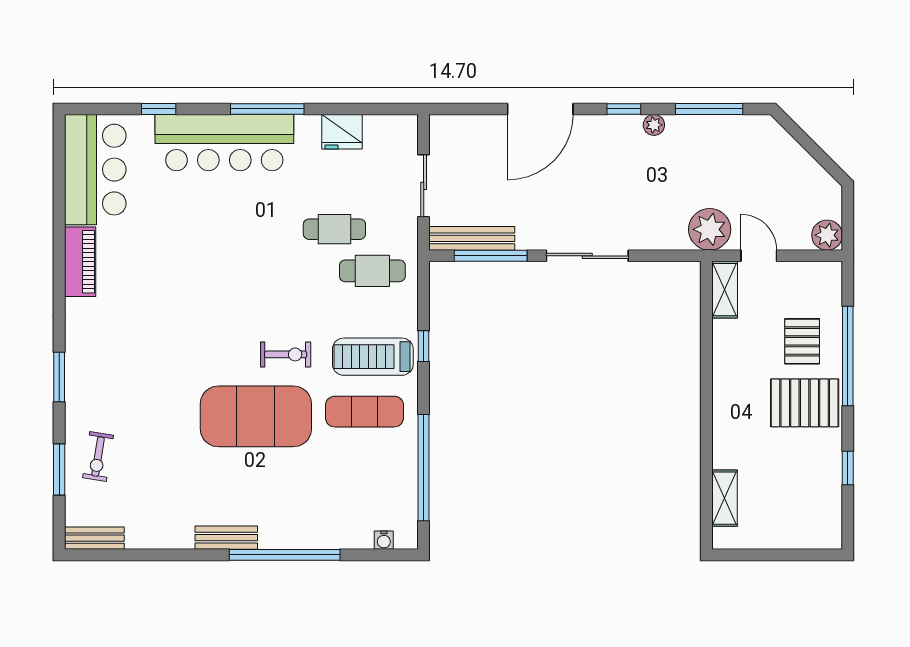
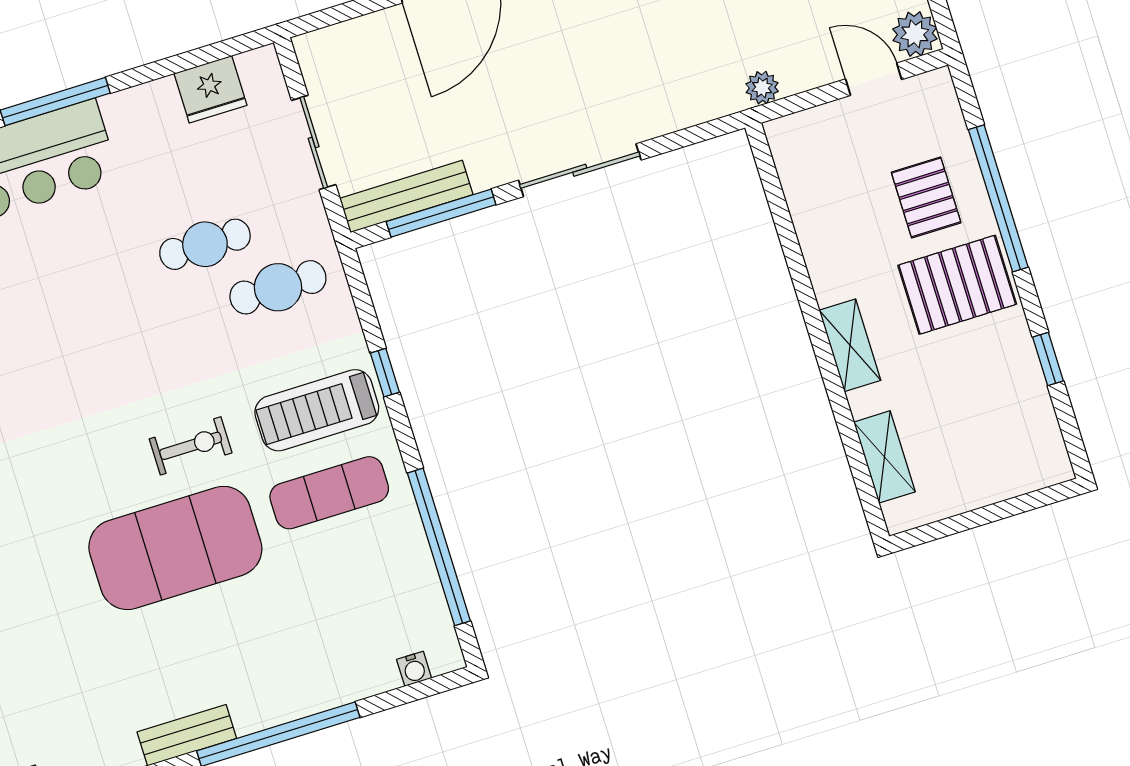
fridge: (342, 132) -> (210, 89), moved
plant: (710, 229) -> (762, 88), width x0.53, depth x0.53
door: (759, 256) -> (874, 79), moved
shelving: (725, 290) -> (850, 345), moved

